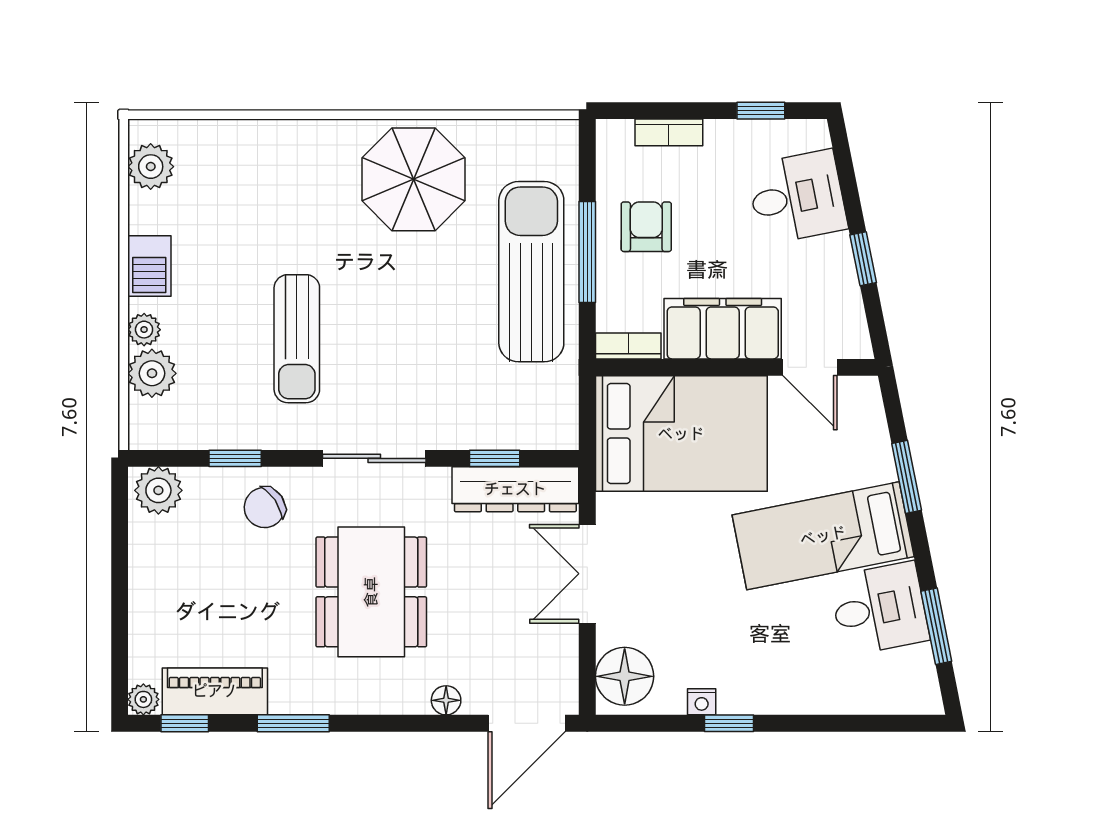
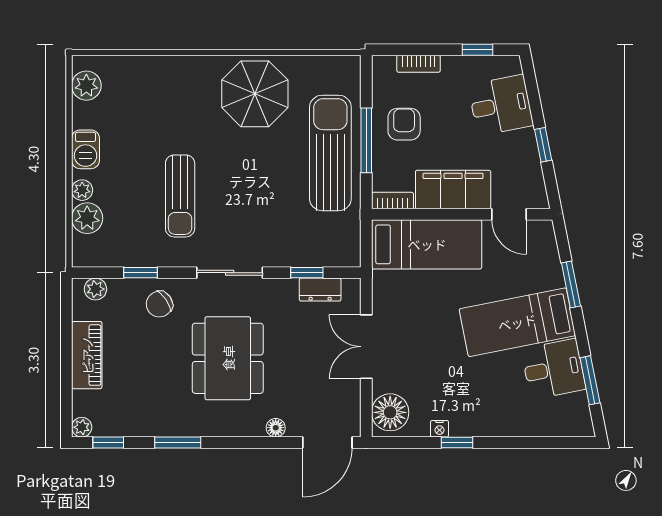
bed: (681, 434) -> (427, 244), width x0.67
dresser: (515, 489) -> (320, 290), width x0.51, depth x0.80
plant: (158, 490) -> (95, 289), width x0.73, depth x0.73
piano: (215, 691) -> (87, 355), moved, turned 90

